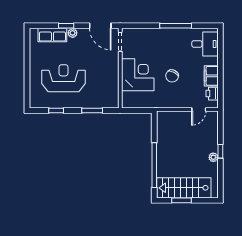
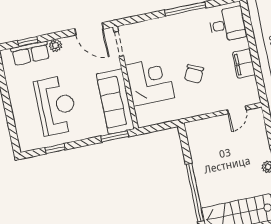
window: (66, 26) -> (28, 42), moved
reception desk: (64, 78) -> (56, 105), turned 90
sofa: (109, 84) -> (115, 101), added
printer: (212, 94) -> (250, 86), removed
window: (92, 110) -> (114, 136), moved

